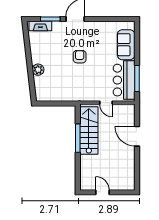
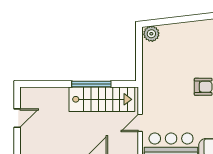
plant: (38, 70) -> (151, 34), moved

